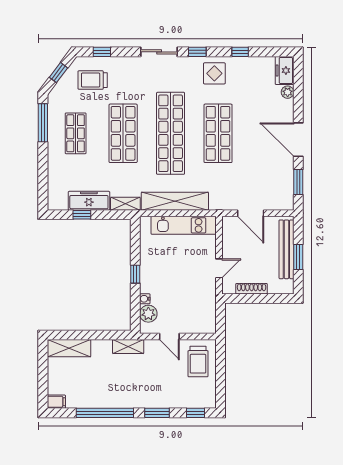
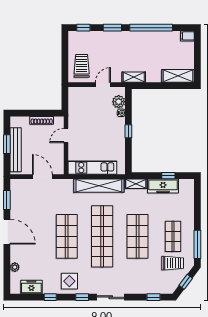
freezer: (285, 70) -> (31, 287), moved, turned -90
trolley: (93, 80) -> (173, 263), moved
door: (169, 337) -> (103, 85), hinge flipped

